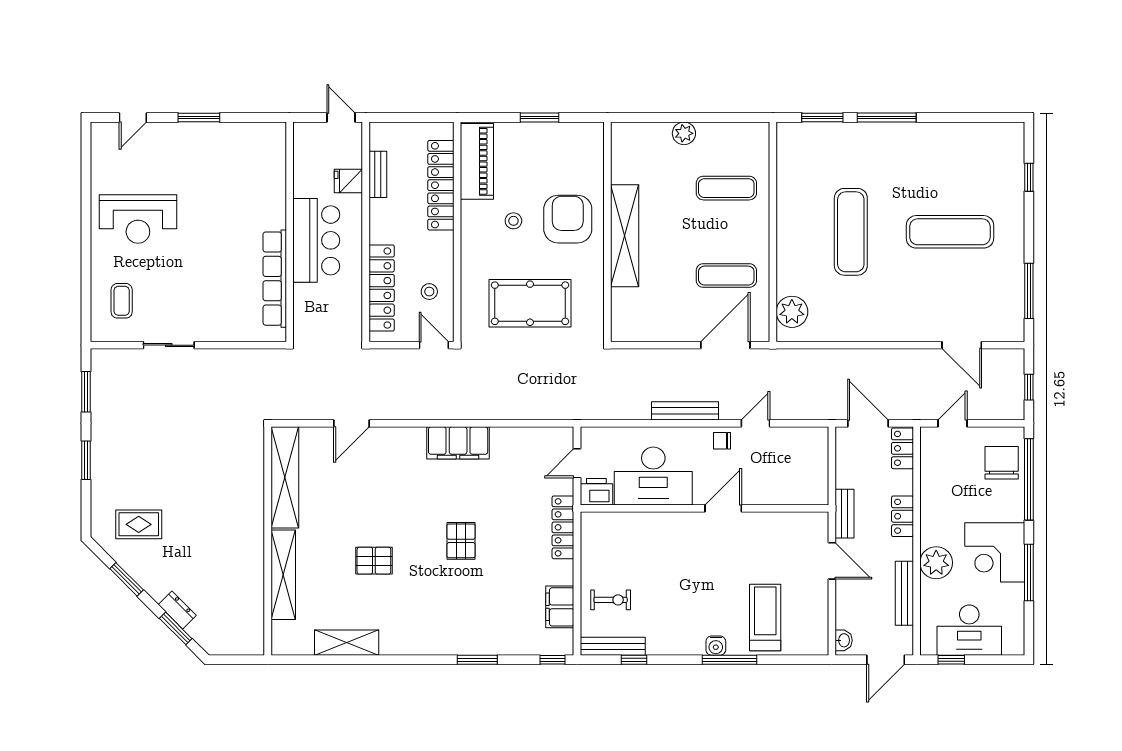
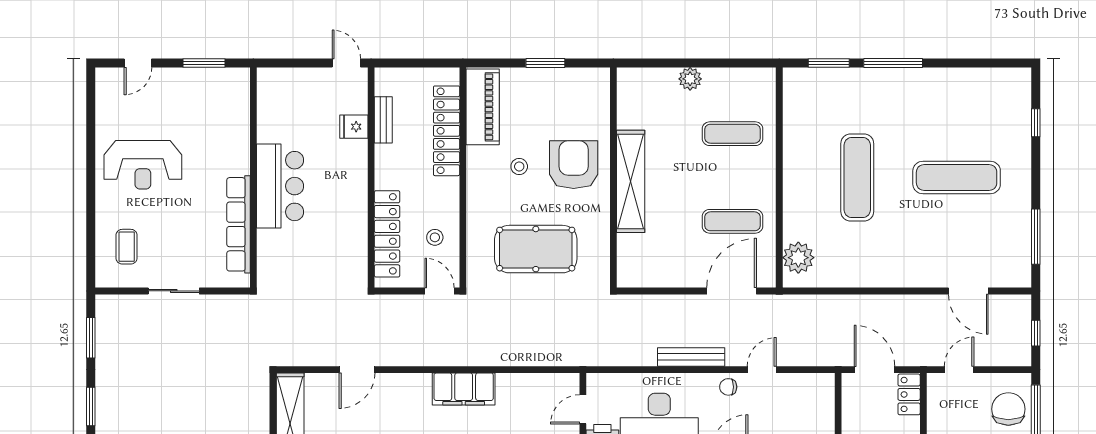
wall: (290, 232) -> (253, 178), moved
bar counter: (316, 240) -> (280, 186), moved
row of seats: (275, 279) -> (238, 224), moved

